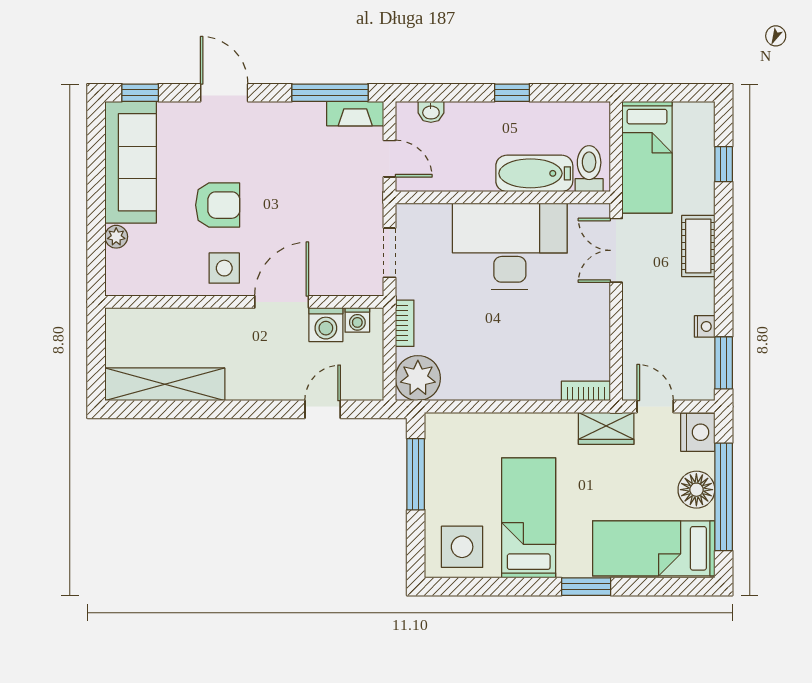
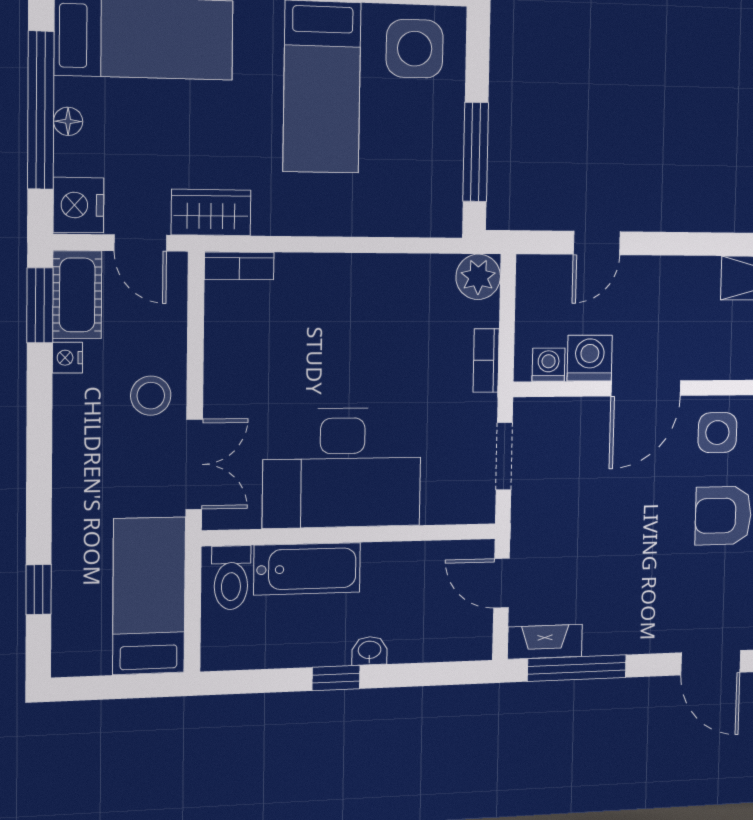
washbasin: (431, 112) -> (370, 651), moved
cot: (698, 246) -> (77, 295), moved
stool: (647, 299) -> (151, 396), added
plant: (418, 378) -> (478, 277), width x0.73, depth x0.73
floor lamp: (696, 490) -> (68, 121), width x0.53, depth x0.53

